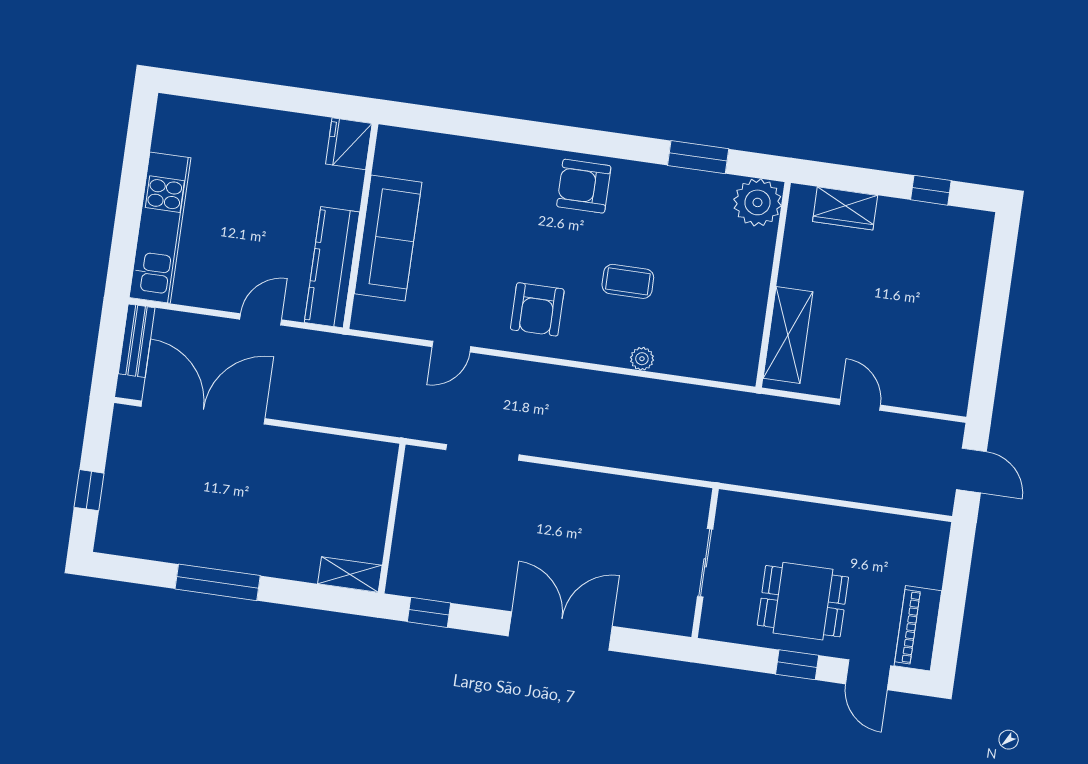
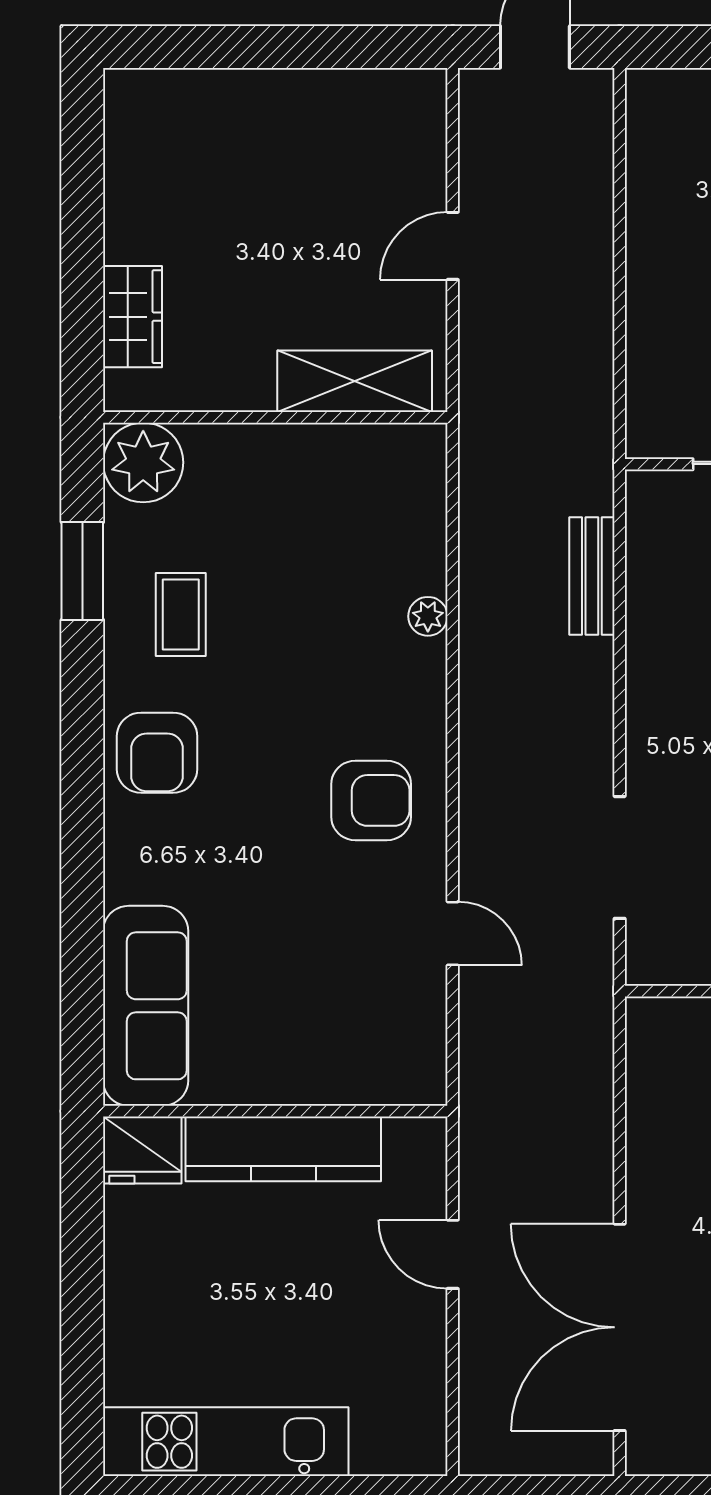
window: (931, 190) -> (82, 179), removed
kitchen unit: (160, 228) -> (226, 1442), moved
sofa: (388, 238) -> (146, 1006), moved, turned 90
kitchen counter: (332, 267) -> (283, 1149), moved
coffee table: (628, 281) -> (181, 614), moved
bench: (137, 341) -> (592, 576), moved, turned 90

